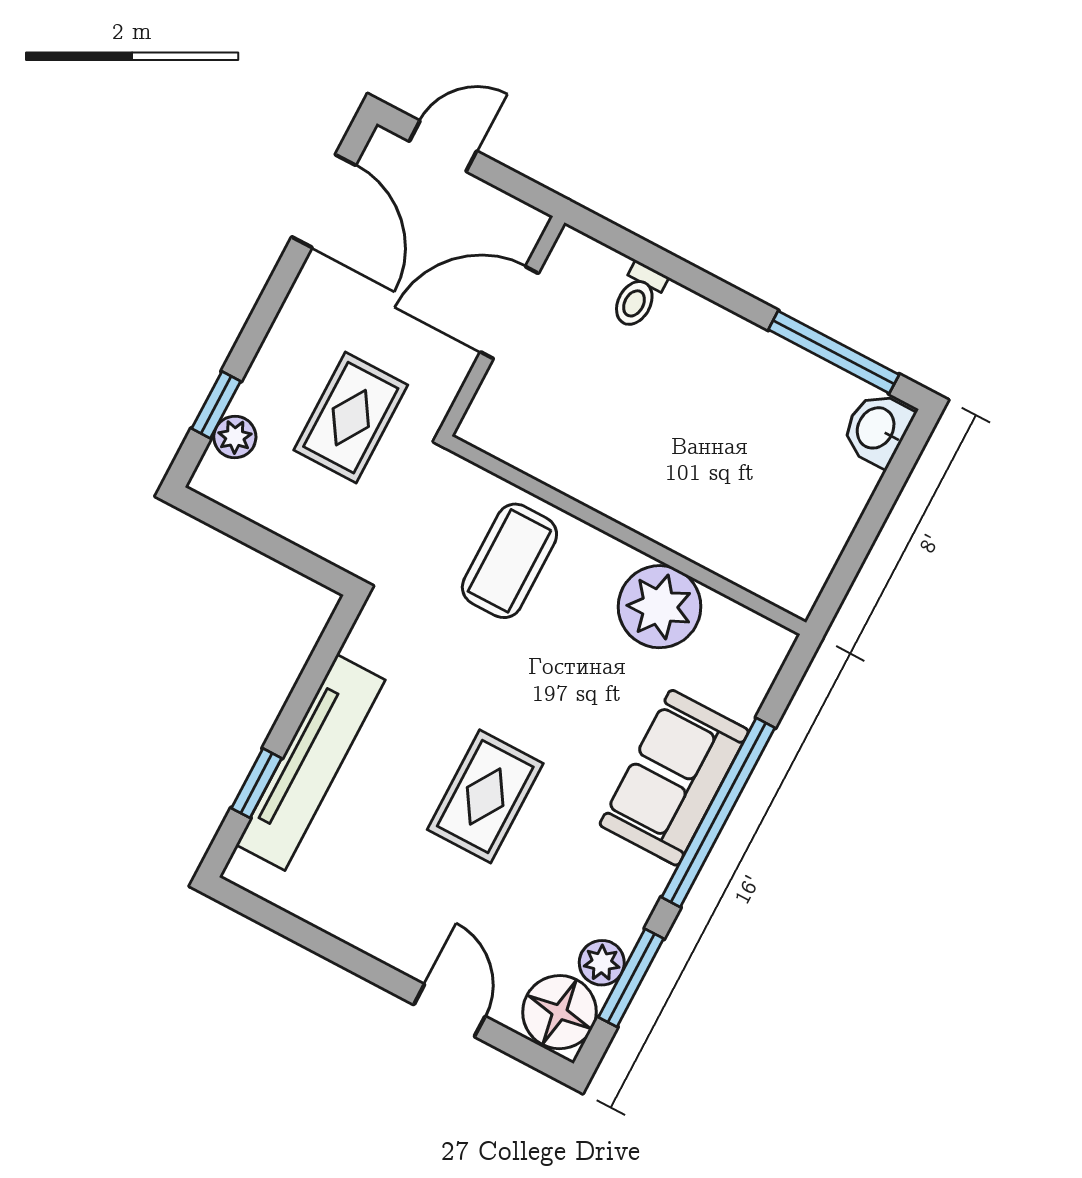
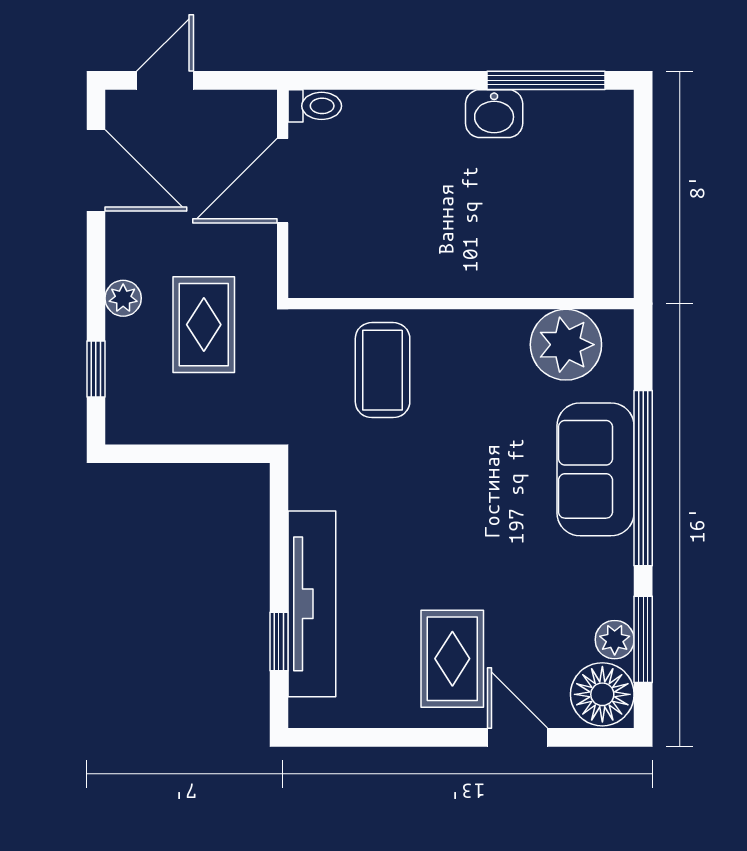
toilet: (638, 296) -> (315, 106), moved, turned -90
washbasin: (877, 429) -> (494, 114), moved, turned -90
plant: (235, 437) -> (123, 298), moved
plant: (660, 607) -> (566, 345), moved
rug: (485, 796) -> (452, 659), moved

